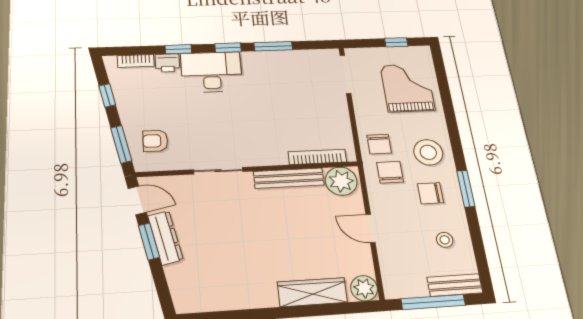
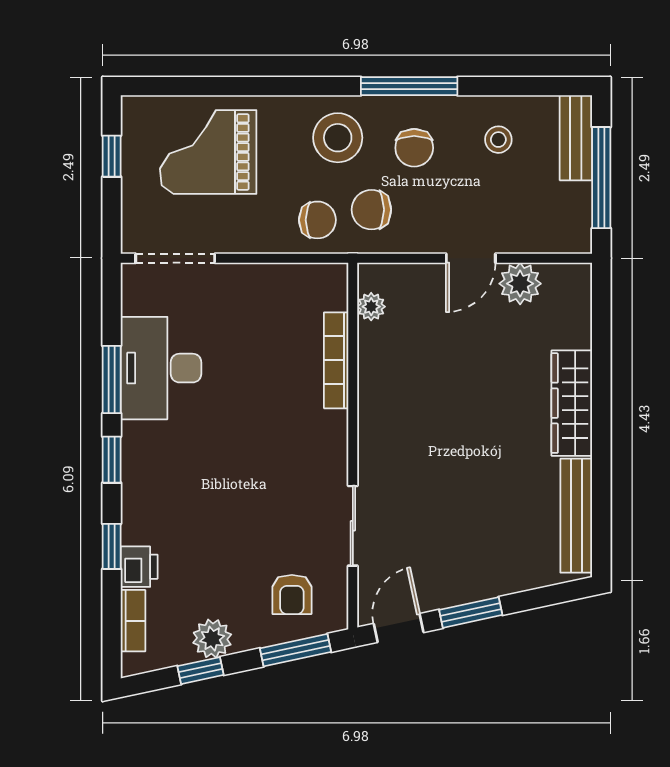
desk: (211, 72) -> (161, 368), moved
plant: (127, 101) -> (212, 639), added
bookcase: (317, 157) -> (336, 360), moved
sliding door: (218, 171) -> (353, 526), moved
bench: (289, 178) -> (576, 516), moved
plant: (341, 181) -> (371, 307), width x0.53, depth x0.53
window: (466, 189) -> (409, 86), width x1.44
dresser: (165, 238) -> (466, 587), removed
plant: (364, 288) -> (520, 284), moved
wardrobe: (312, 292) -> (572, 403), moved

